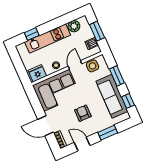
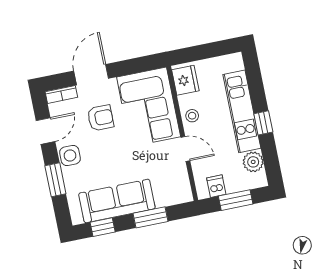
window: (32, 34) -> (263, 123), moved
side table: (93, 66) -> (70, 156), moved
armchair: (83, 113) -> (101, 118), moved

